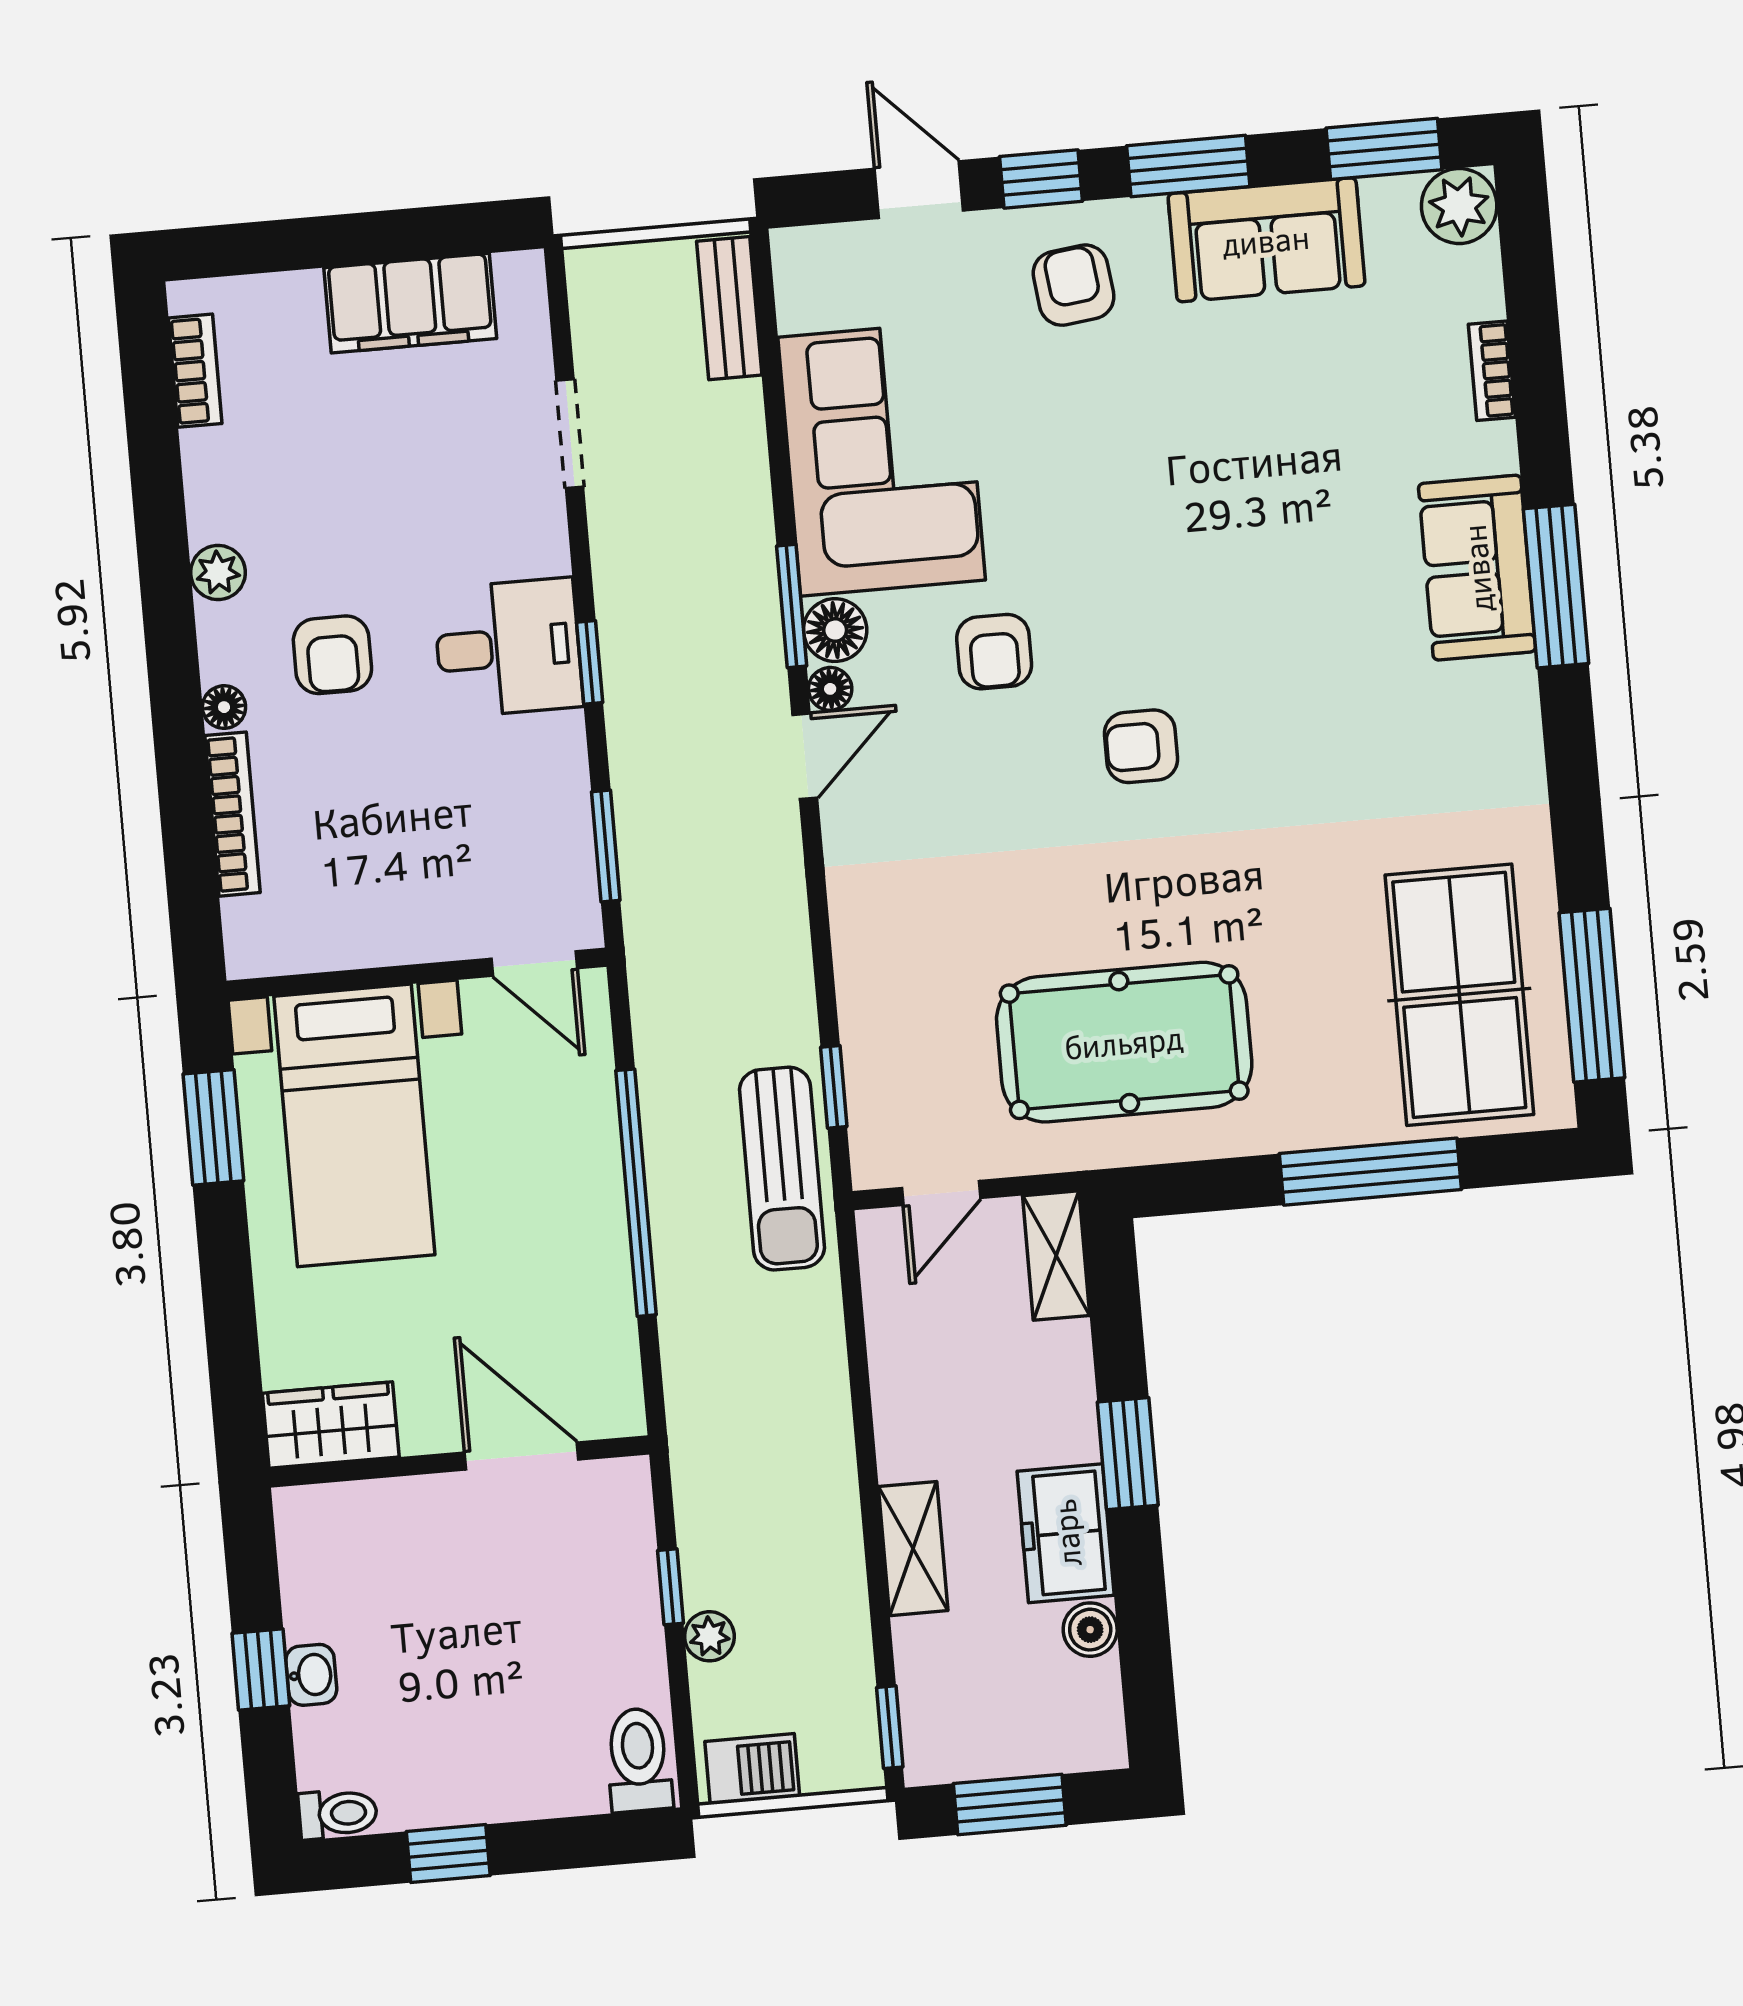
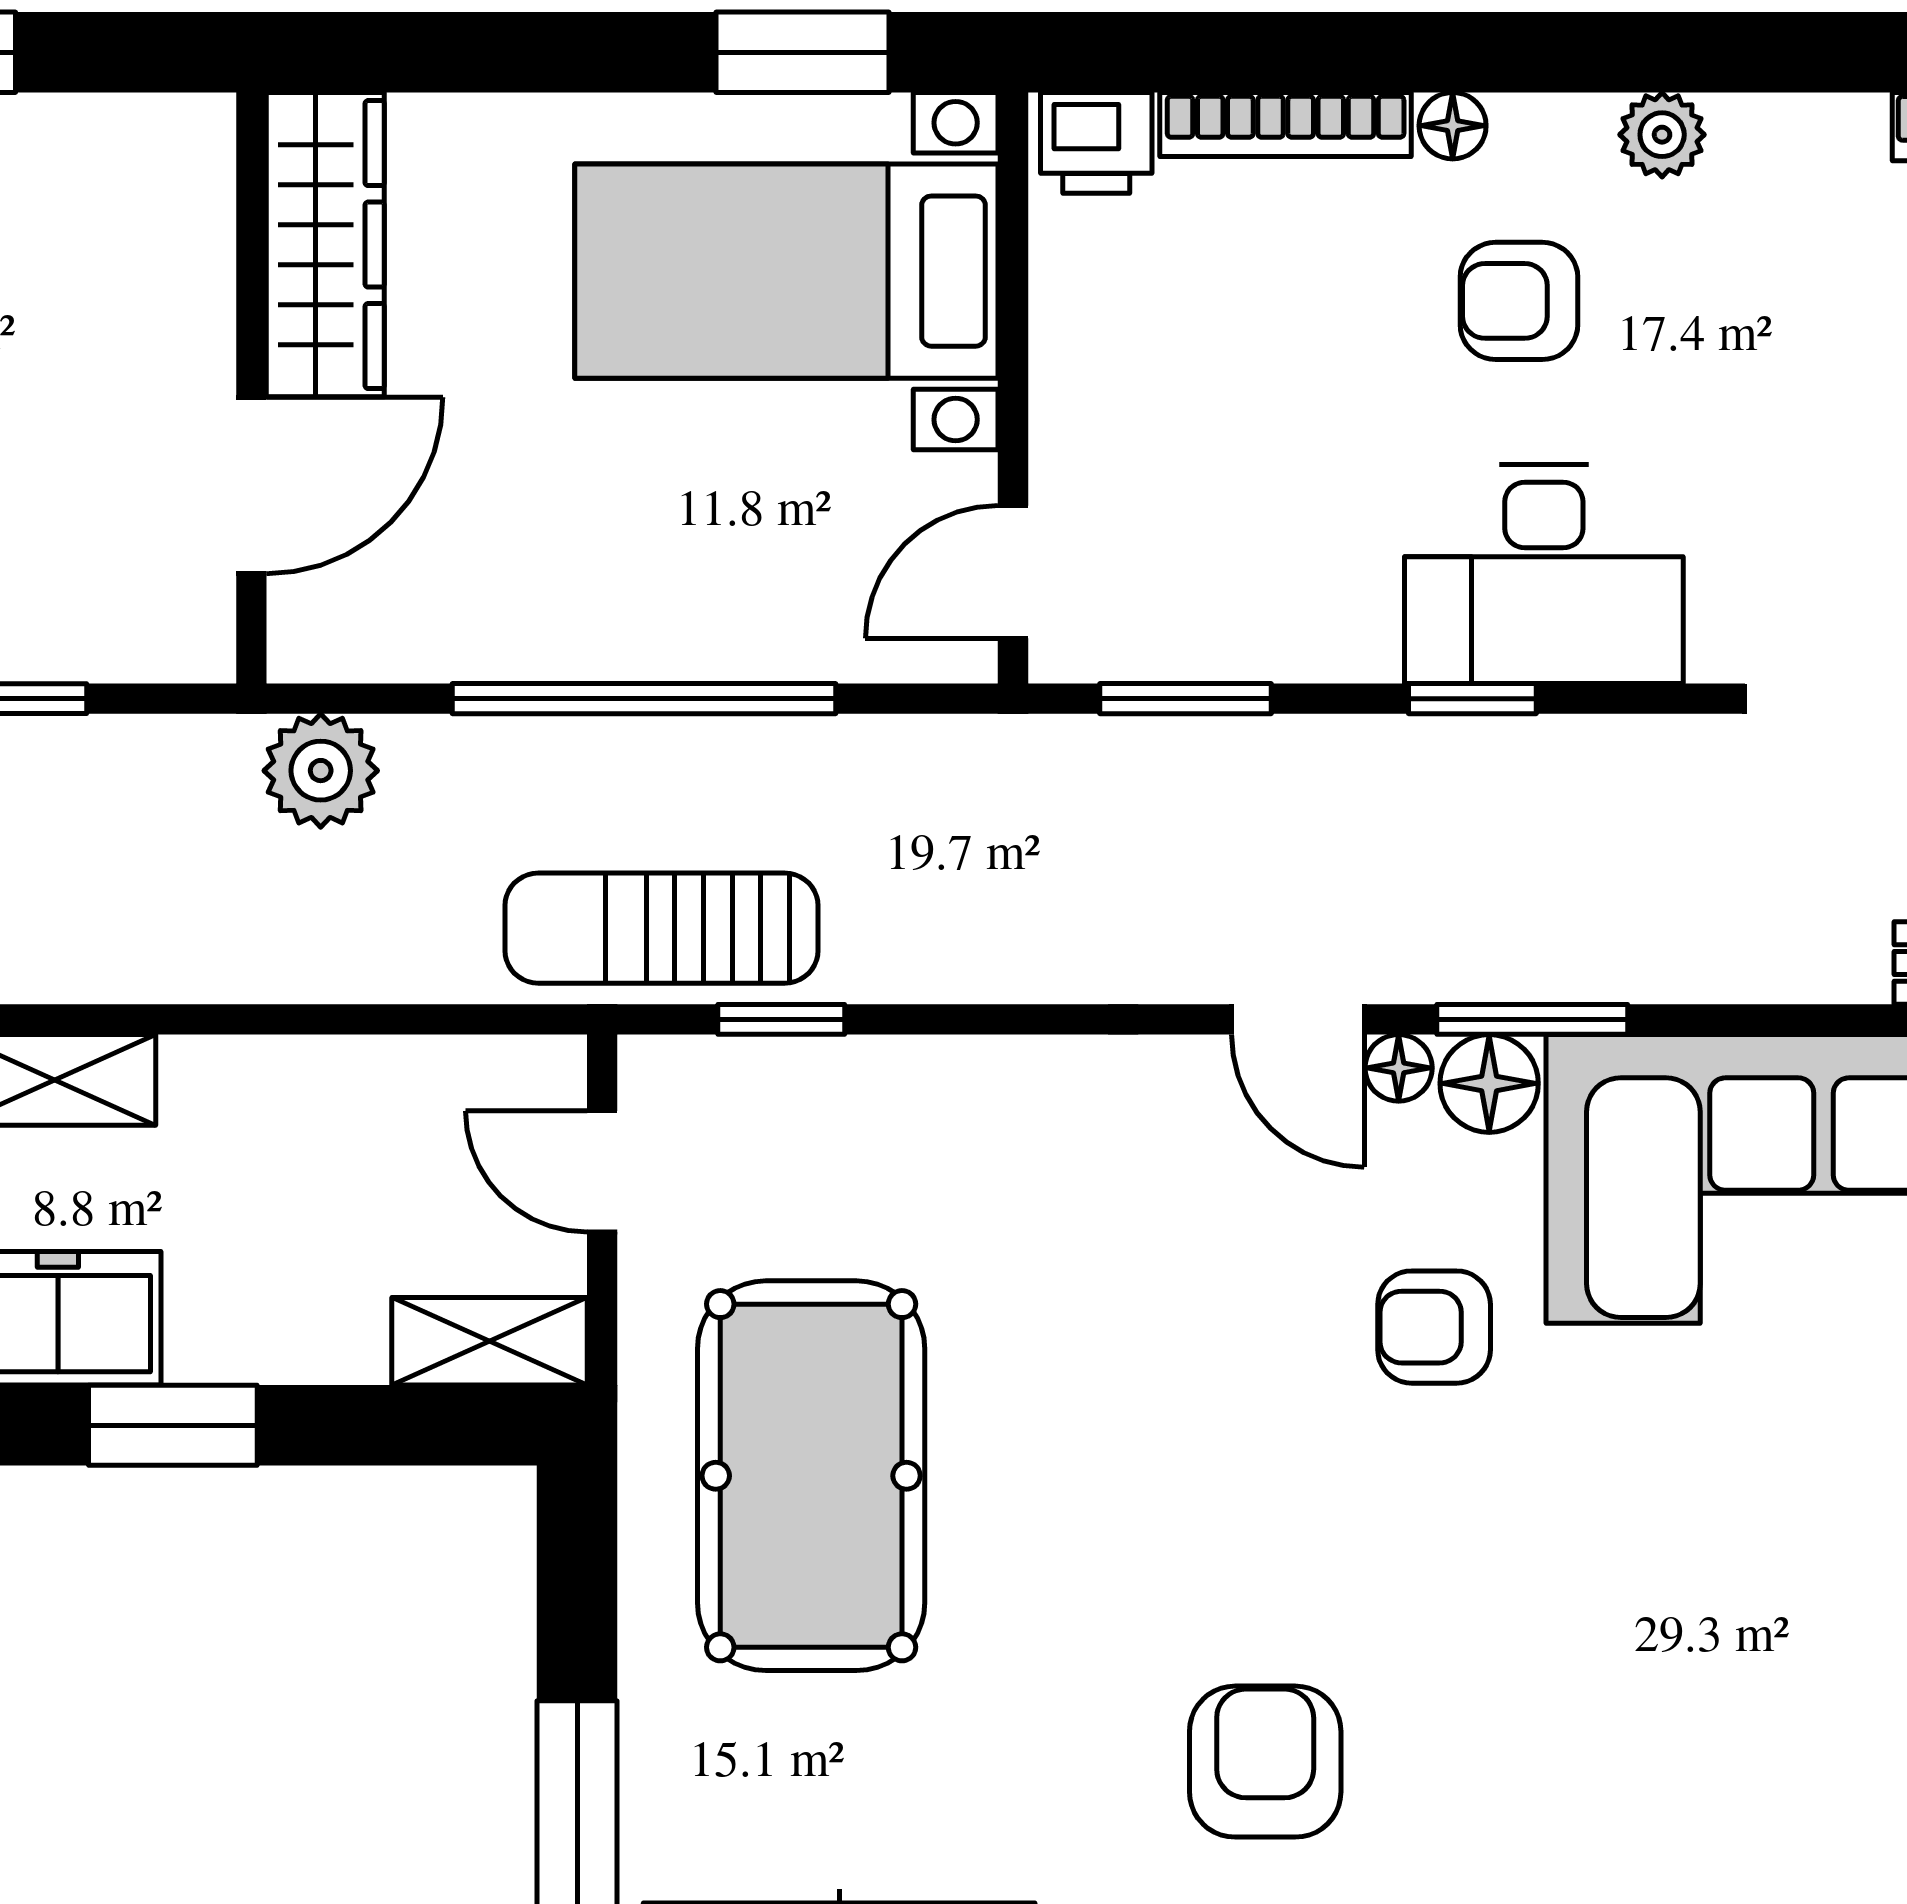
desk: (508, 648) -> (1544, 574), width x1.37
armchair: (1141, 746) -> (1265, 1762), moved, width x1.38, depth x1.38
printer: (255, 934) -> (1096, 143), added
plant: (700, 1396) -> (321, 771), added
wardrobe: (331, 1425) -> (325, 245), width x1.50

